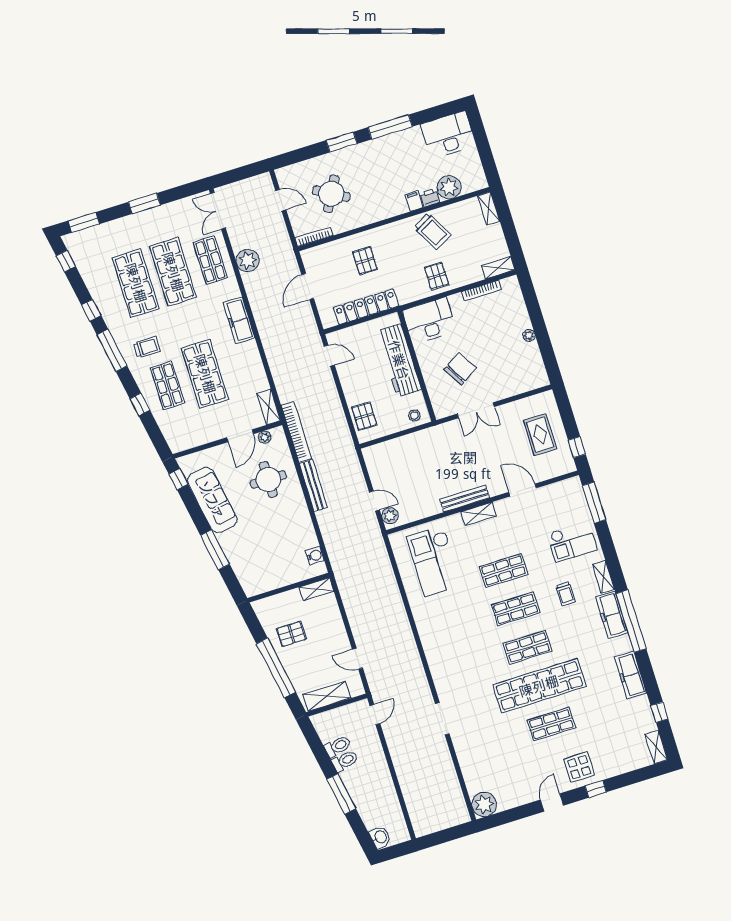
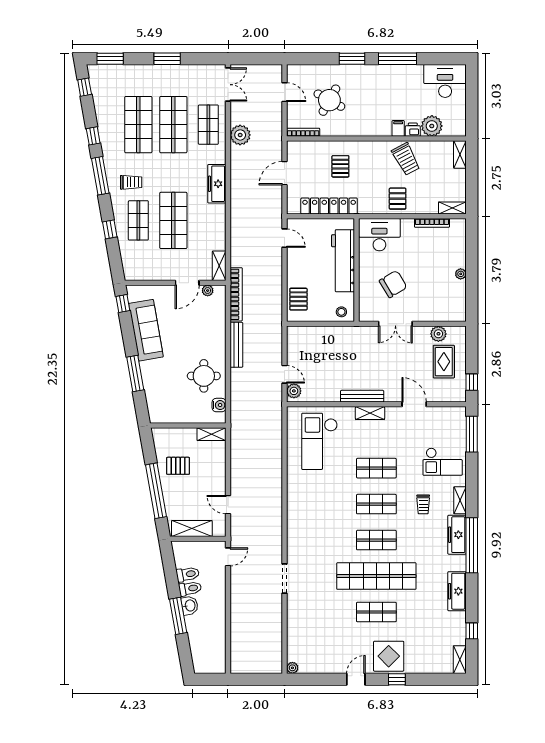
double door: (218, 211) -> (228, 85), swing flipped
plant: (525, 407) -> (438, 334), added
round table: (268, 479) -> (204, 376), moved
display table: (579, 767) -> (389, 656), width x1.36, depth x1.36
plant: (484, 804) -> (292, 668), width x0.53, depth x0.53
washbasin: (380, 837) -> (190, 606), moved

